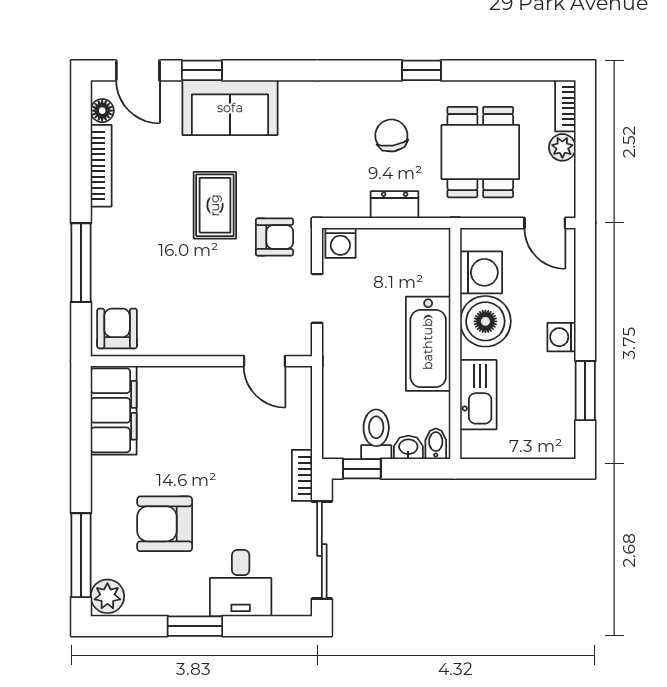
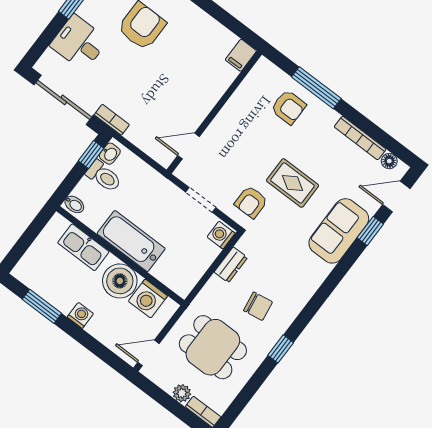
dresser: (395, 205) -> (231, 265), moved
armchair: (117, 328) -> (288, 107), moved
filing cabinet: (114, 410) -> (241, 55), width x0.33, depth x0.86
washbasin: (408, 447) -> (110, 154), moved

